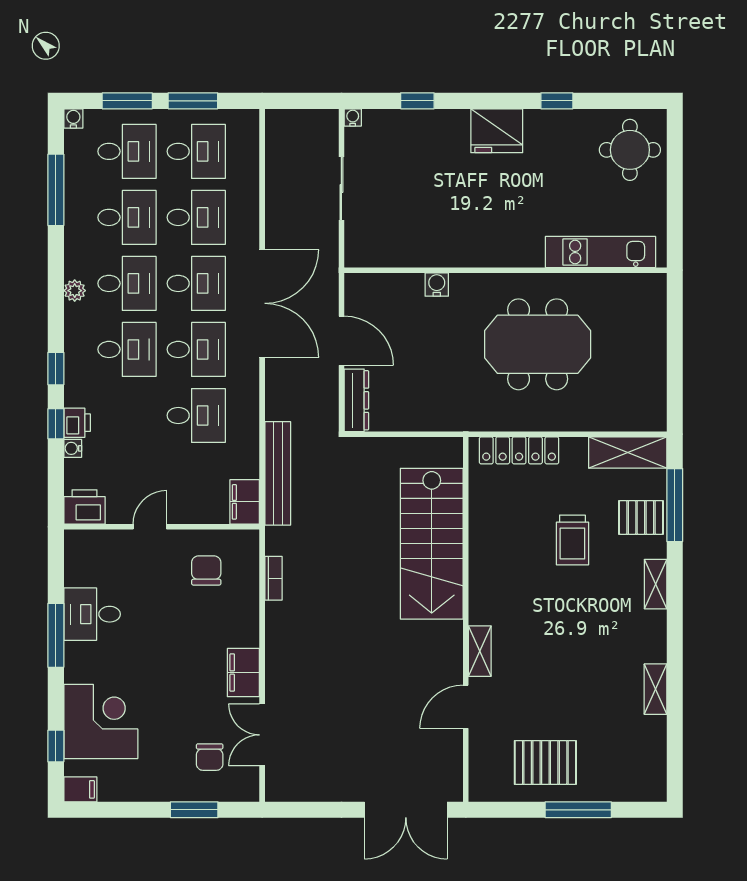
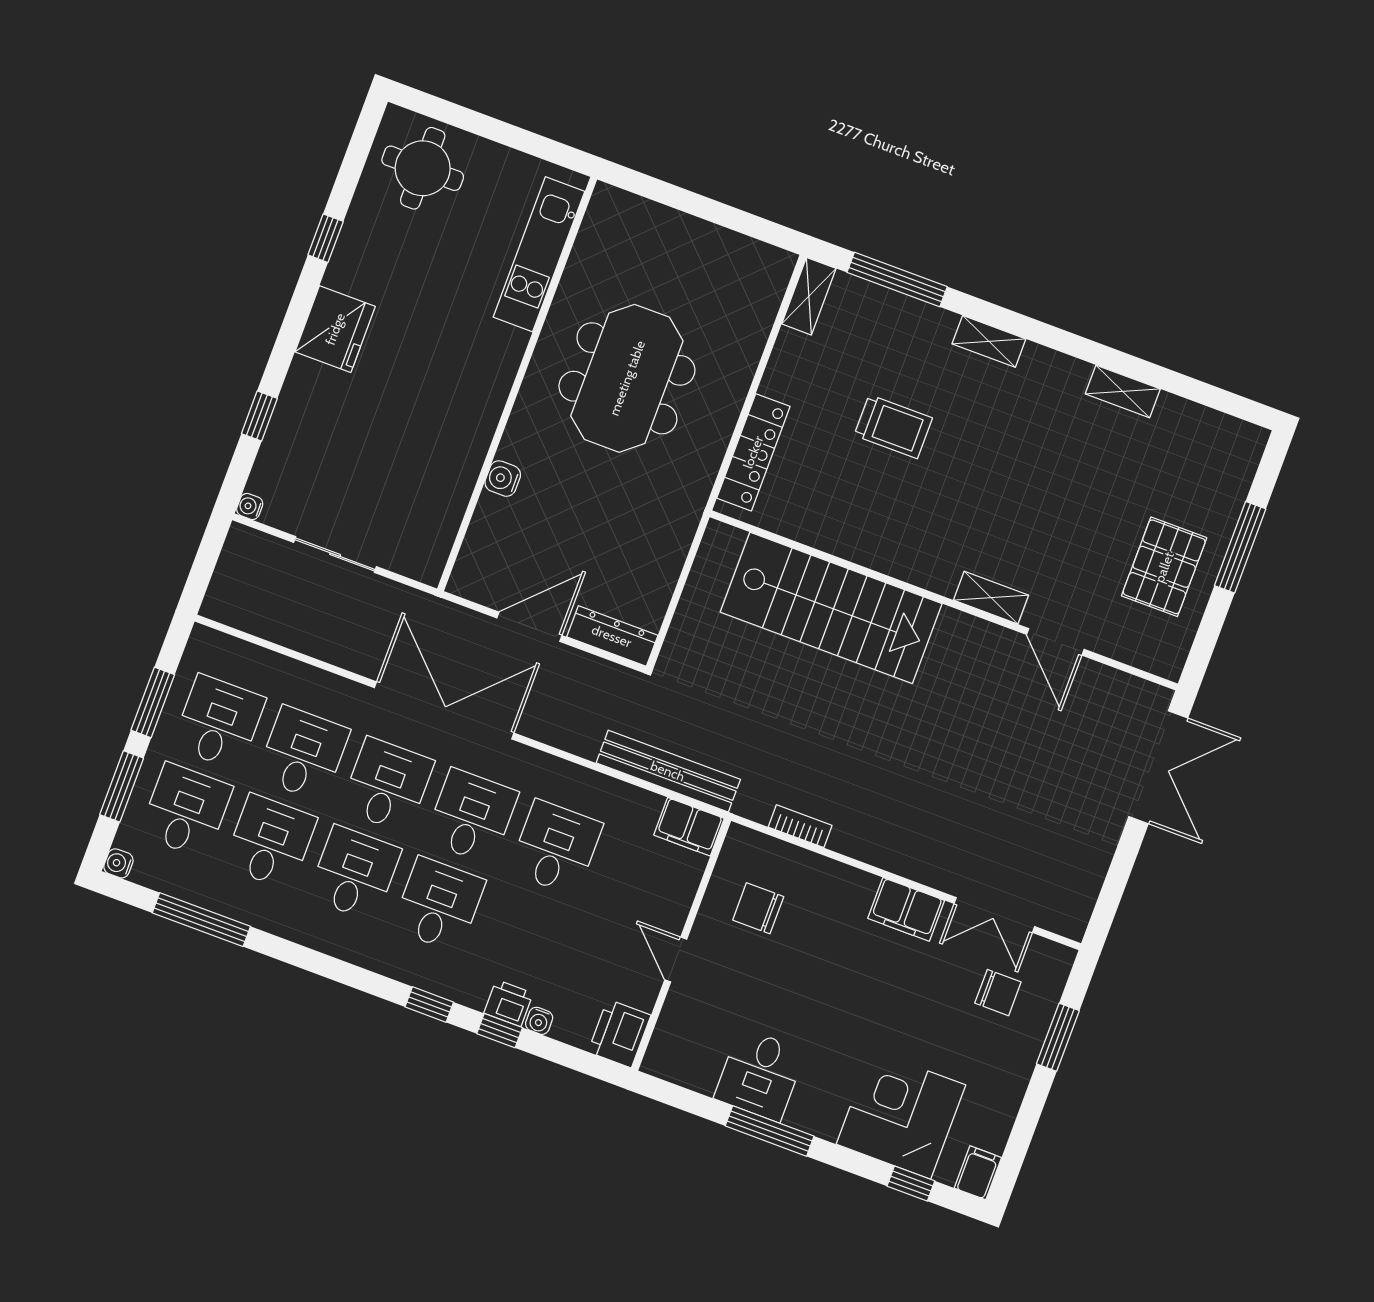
plant: (75, 291) -> (339, 943), removed
shelving: (628, 452) -> (809, 296), width x0.67, depth x0.75
pallet: (641, 517) -> (897, 329), removed

